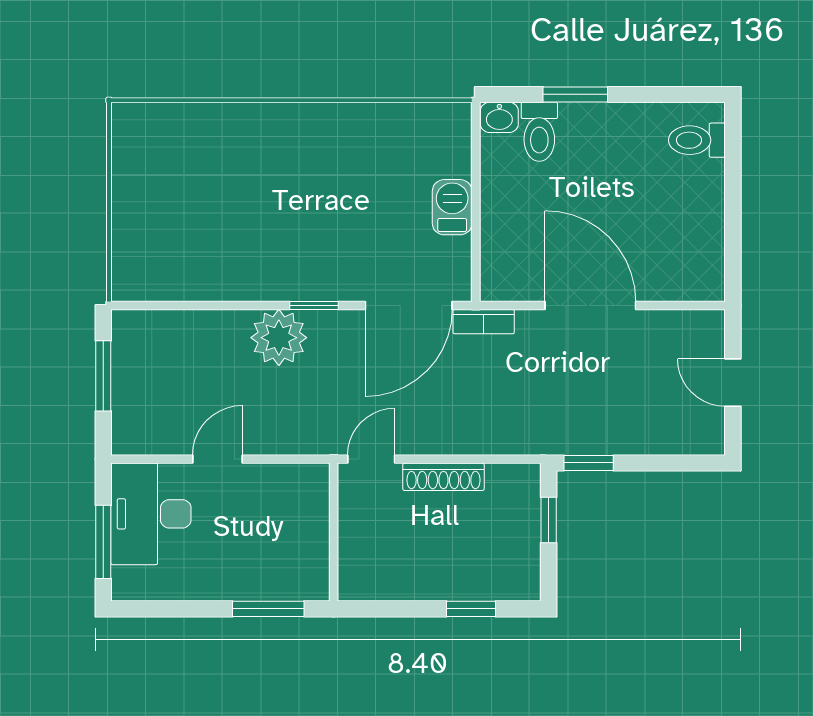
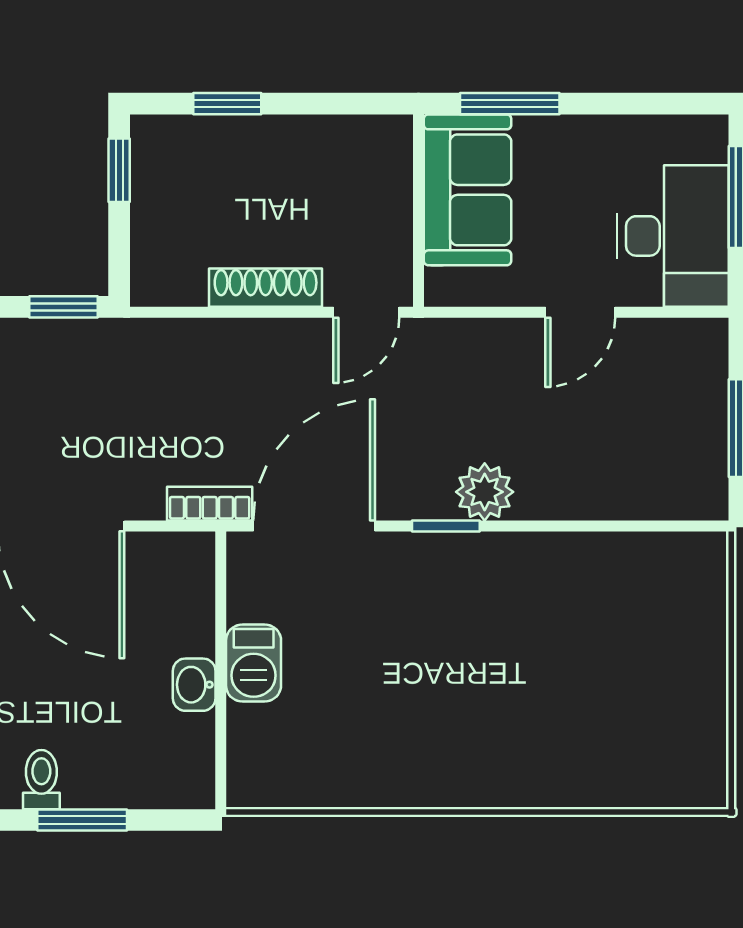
washbasin: (499, 117) -> (194, 685), moved, turned -90
toilet: (539, 132) -> (41, 780), moved, width x0.73, depth x0.72
plant: (279, 338) -> (485, 492), width x0.73, depth x0.73
window: (549, 520) -> (119, 170), moved
sofa: (298, 547) -> (468, 190), added

